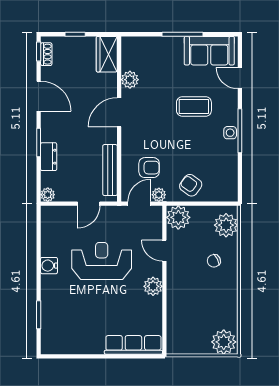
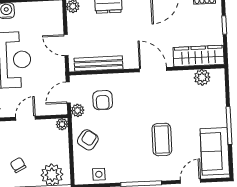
wardrobe: (107, 54) -> (199, 56), width x1.50
plant: (130, 80) -> (202, 77), moved
side table: (230, 133) -> (99, 174), moved
door: (139, 204) -> (68, 93), swing flipped
plant: (178, 217) -> (62, 124), width x0.53, depth x0.53

